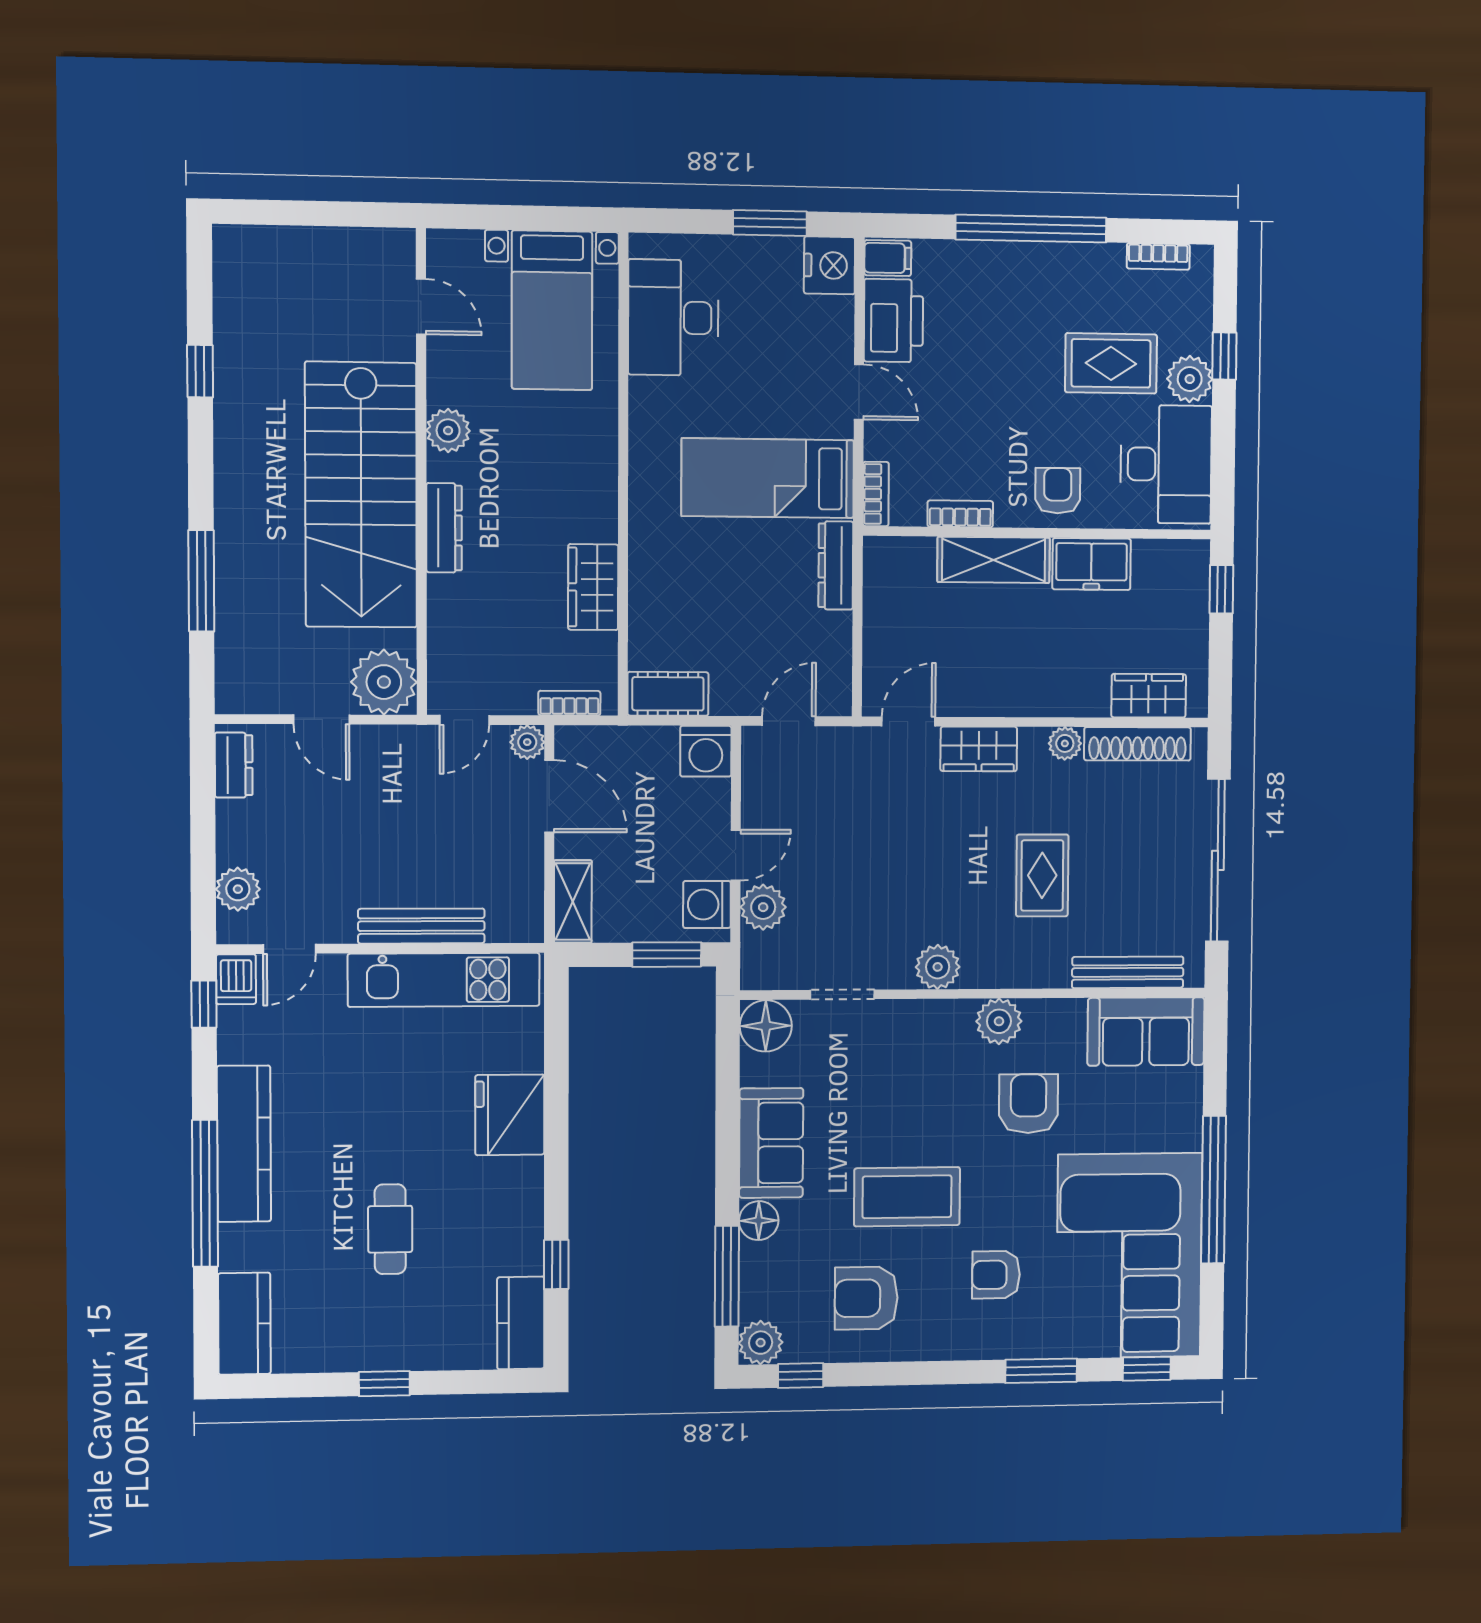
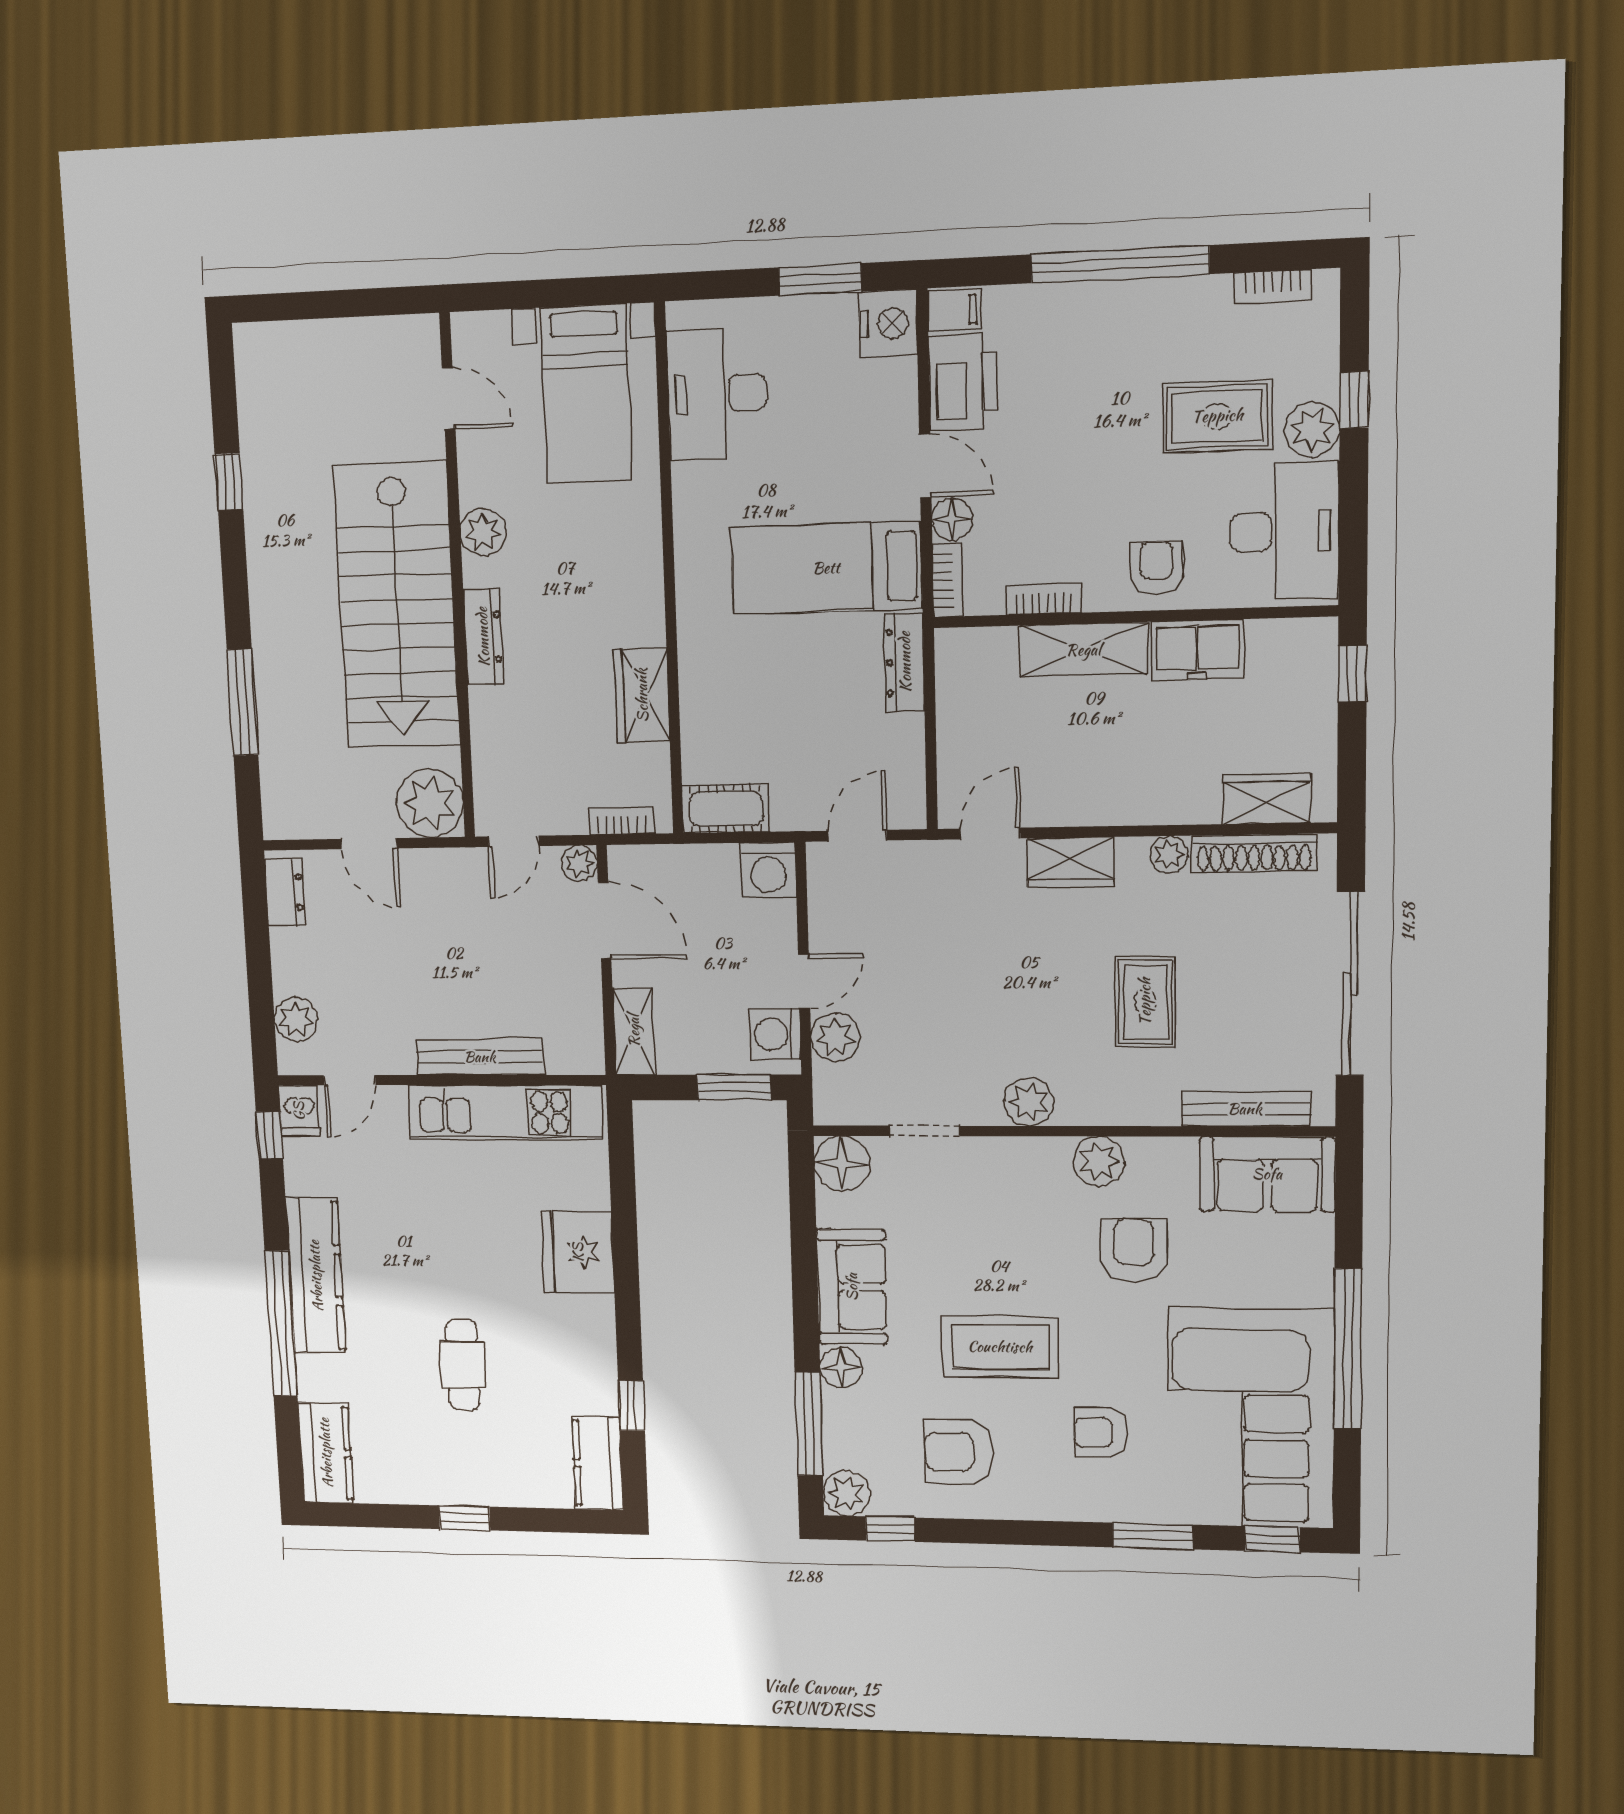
floor lamp: (882, 440) -> (952, 519), added

